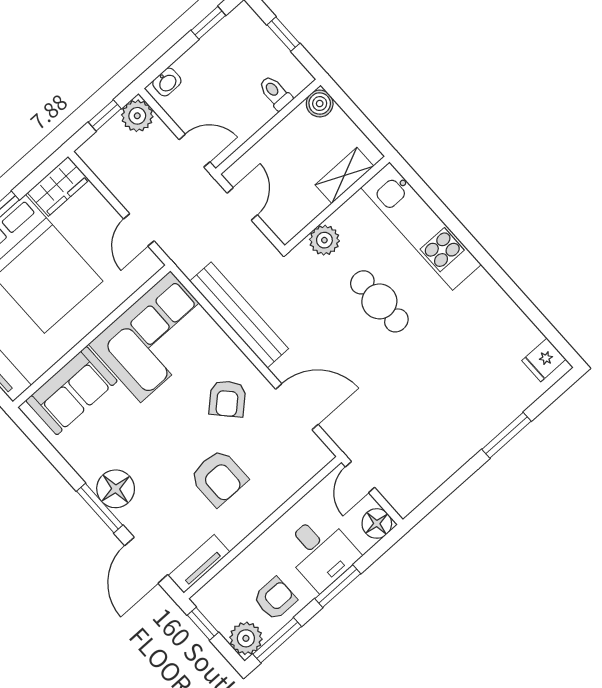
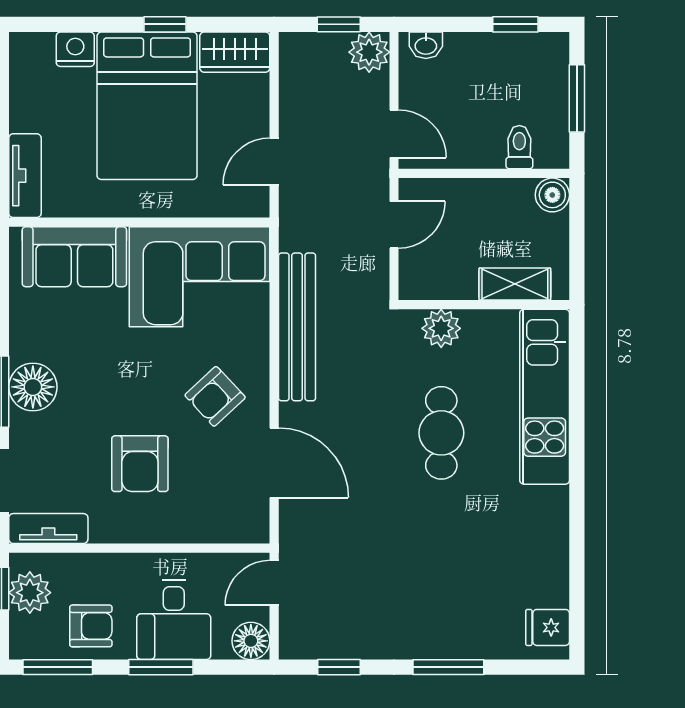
window: (283, 34) -> (577, 98), width x1.50
window: (442, 493) -> (339, 667), added
plant: (246, 638) -> (30, 593), moved

